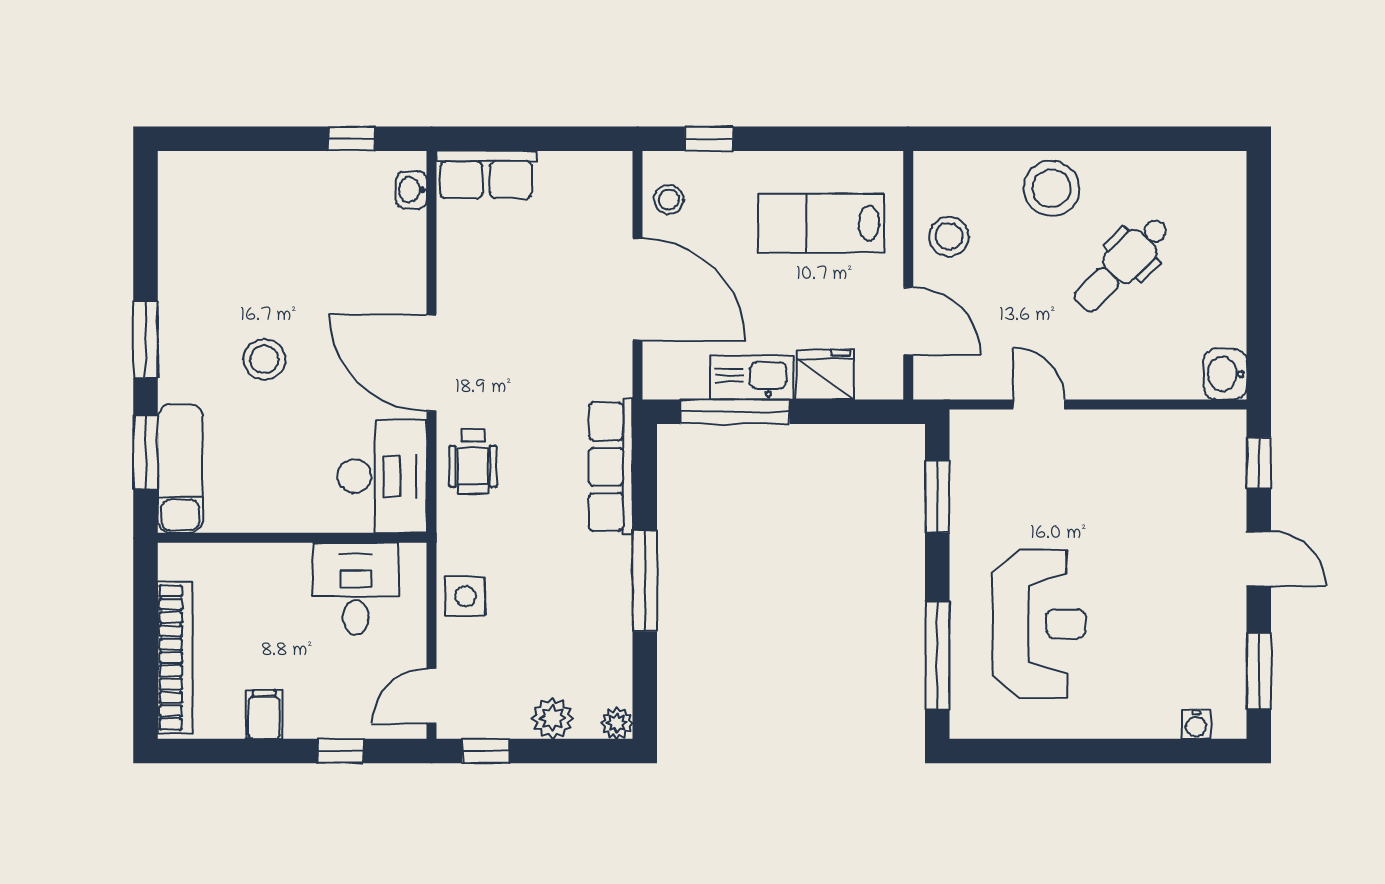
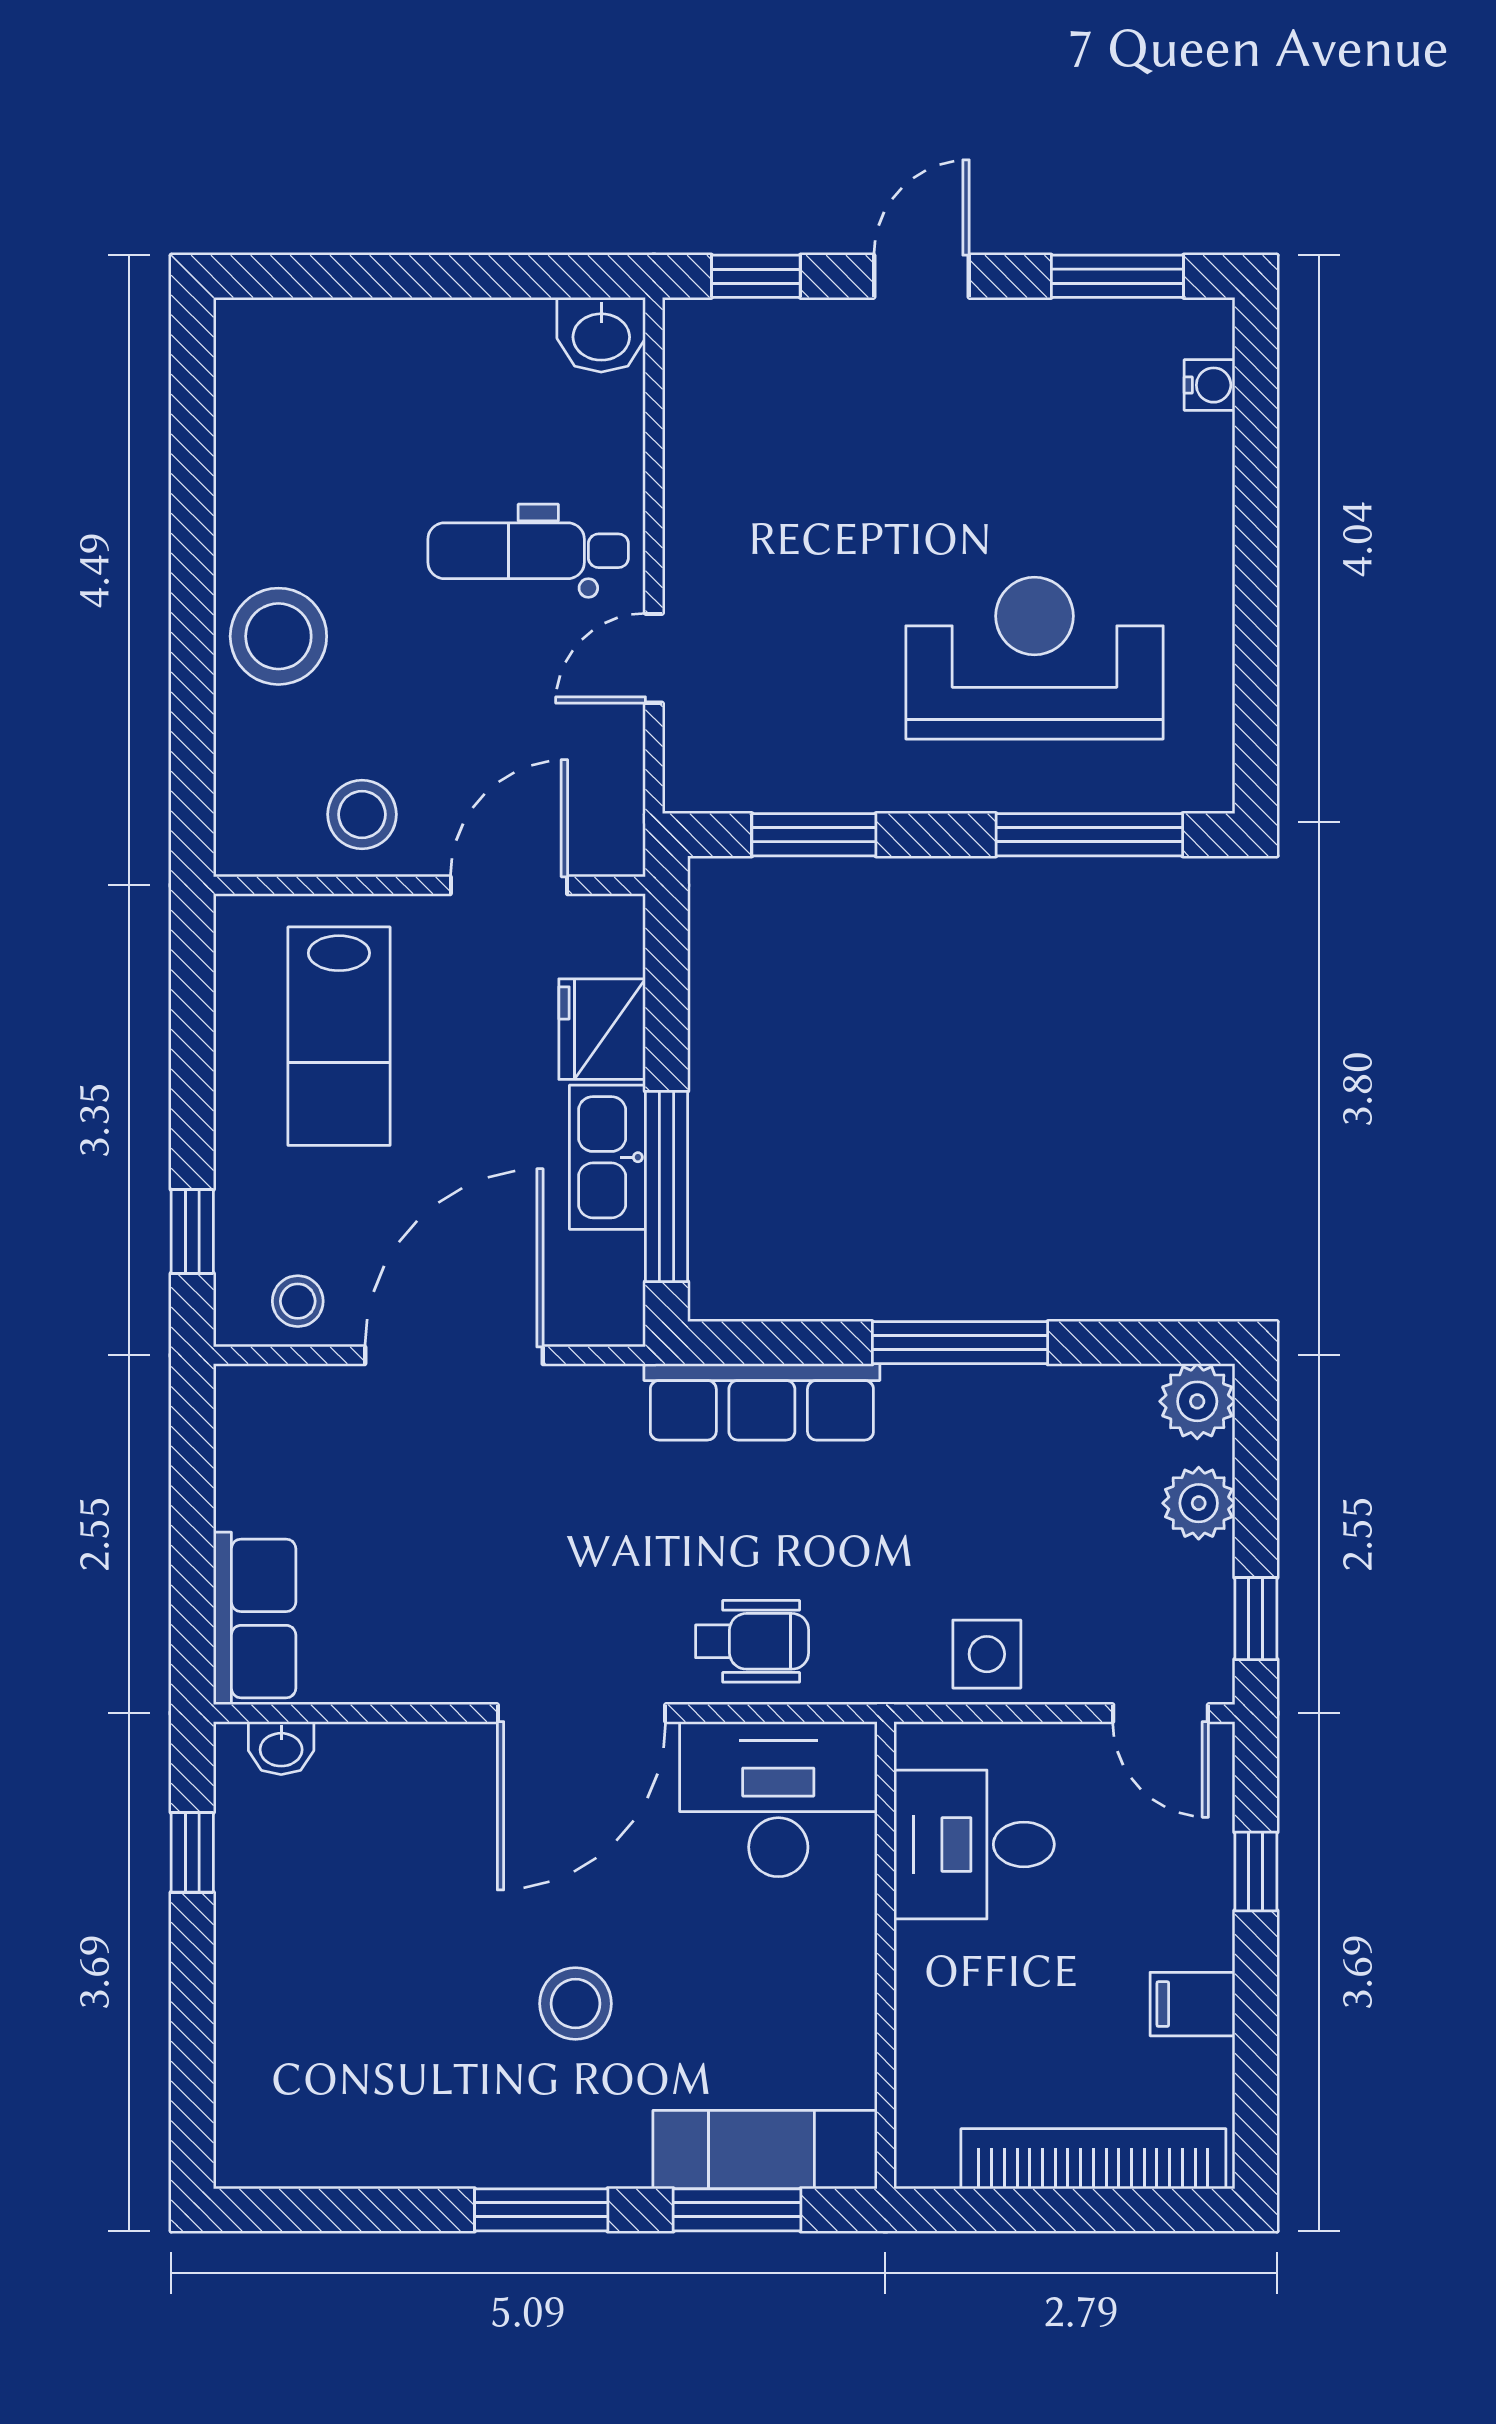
dental chair: (1122, 264) -> (528, 551), moved, turned 135
plant: (617, 723) -> (1197, 1401), width x1.38, depth x1.38

